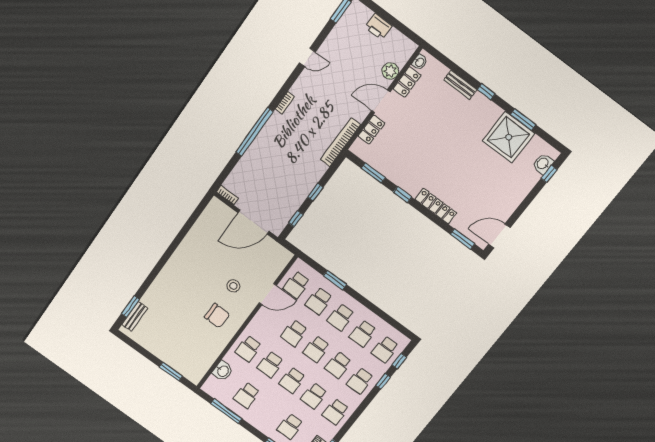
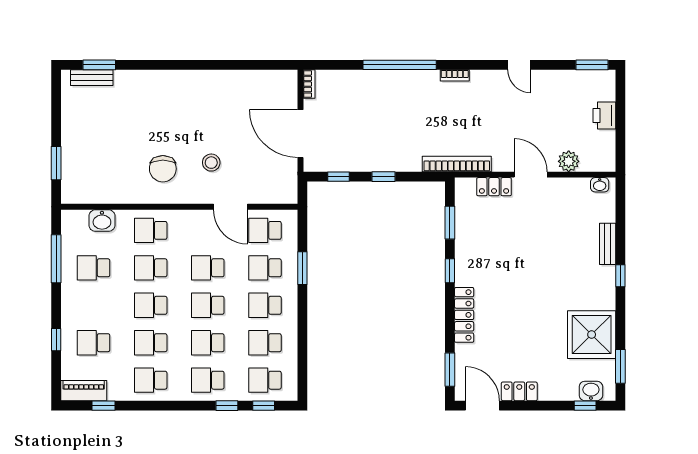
locker: (407, 82) -> (519, 391), moved, turned 180
window: (523, 120) -> (620, 366), moved

